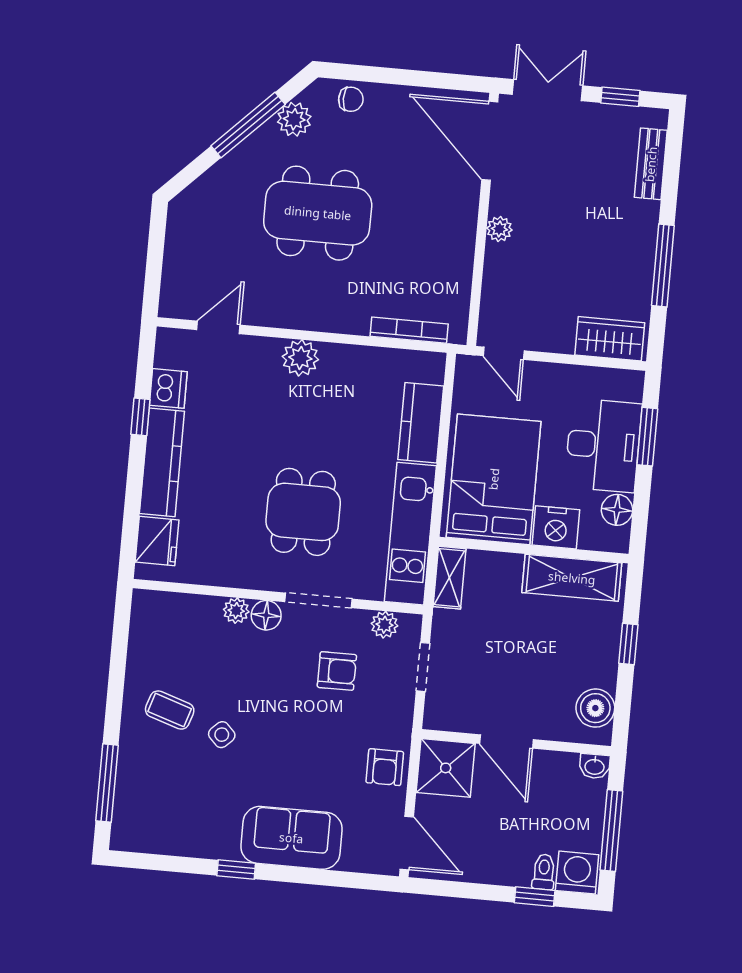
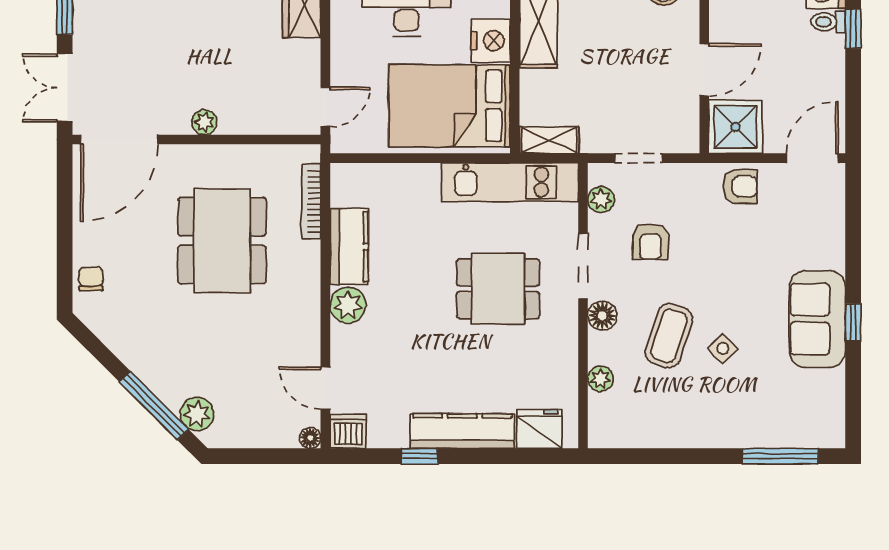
plant: (294, 119) -> (197, 414), moved
window: (248, 125) -> (154, 406), moved
dining table: (318, 213) -> (222, 241), moved
floor lamp: (169, 307) -> (310, 438), added
dishwasher: (168, 388) -> (348, 431), moved
kitchen counter: (421, 423) -> (349, 247), moved, turned -90
plant: (236, 611) -> (600, 379), moved
armchair: (337, 671) -> (650, 242), turned 180
coffee table: (170, 710) -> (669, 336), moved, width x1.36, depth x1.30
sofa: (291, 838) -> (817, 319), moved

